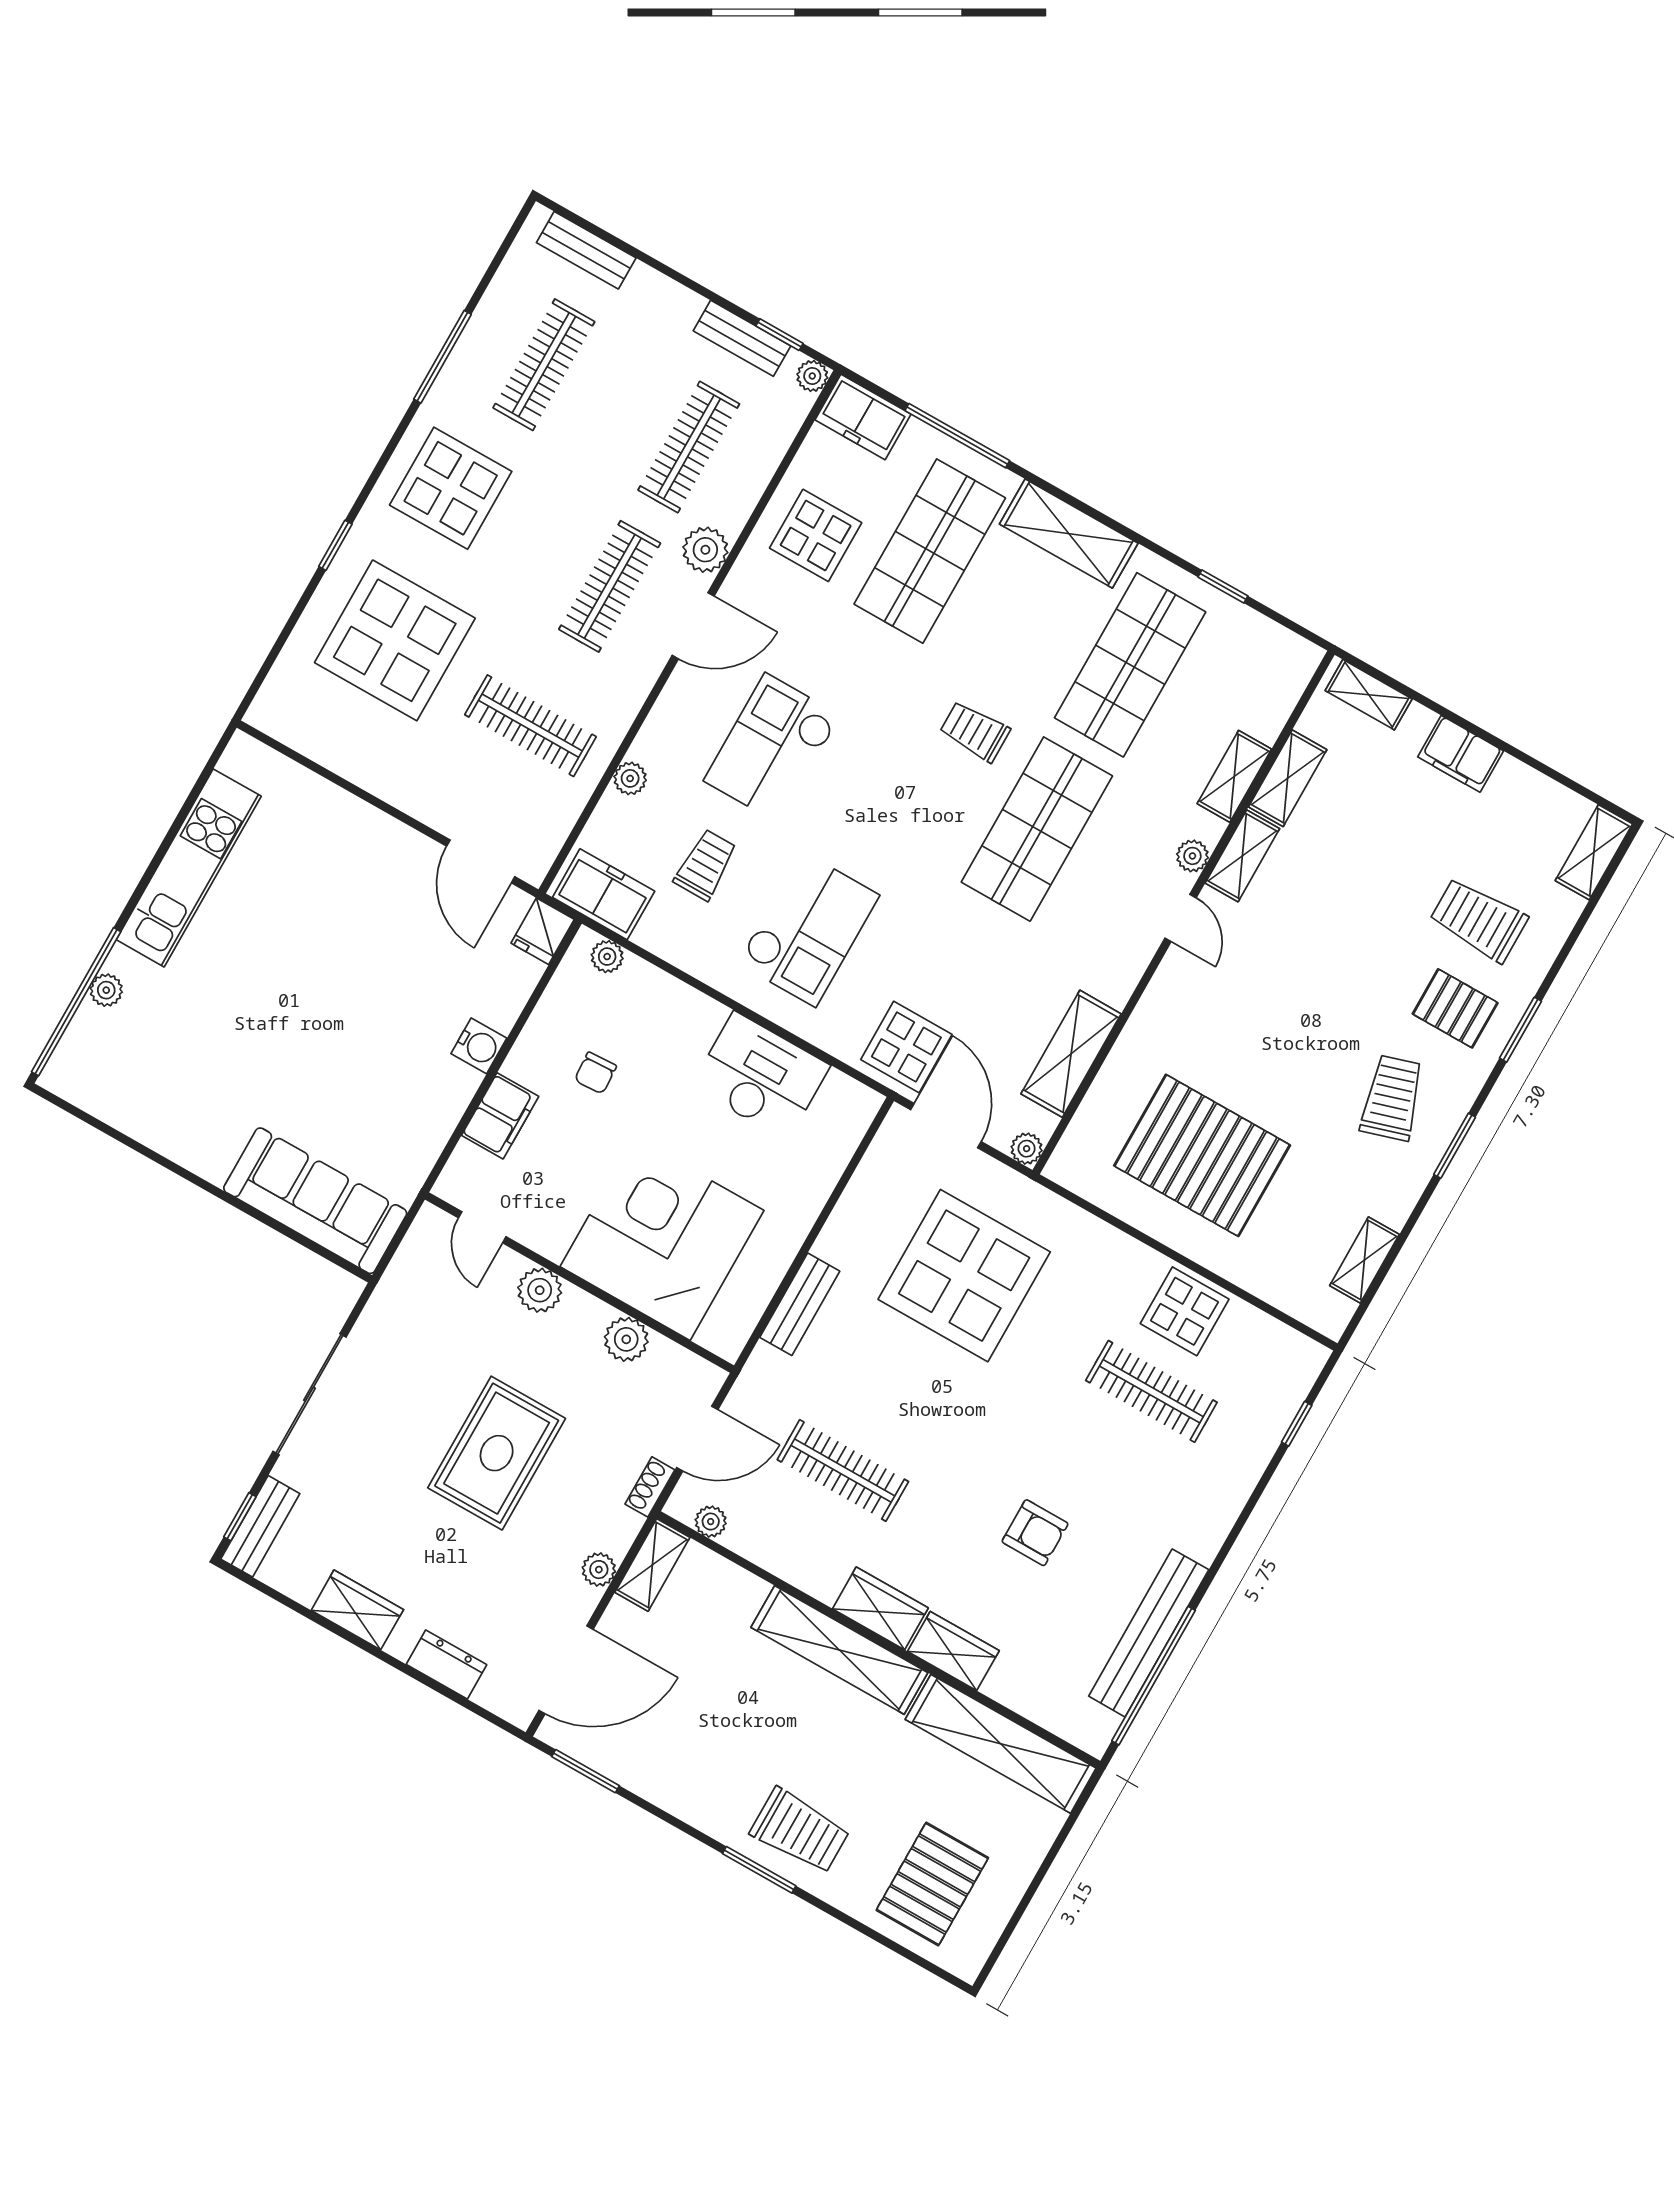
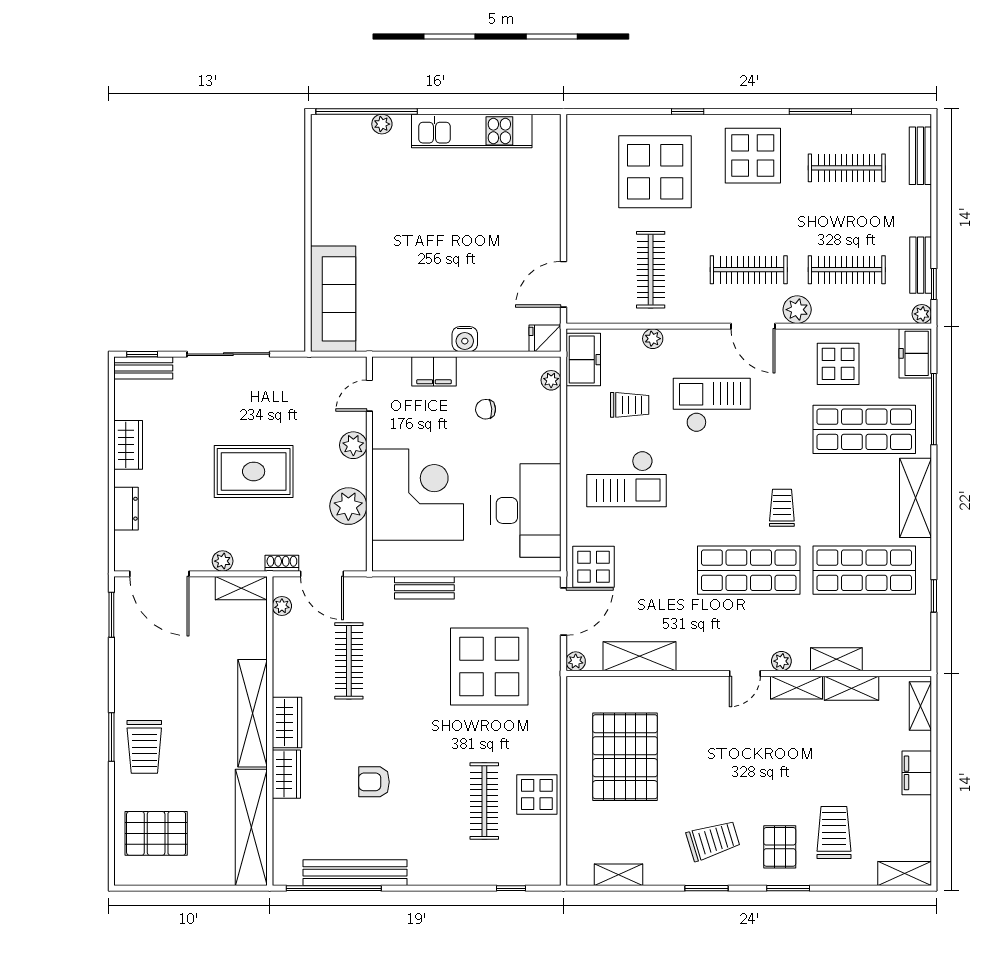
desk: (761, 1076) -> (526, 510), width x1.36, depth x1.30
plant: (626, 1339) -> (348, 506), width x1.36, depth x1.36
armchair: (1035, 1533) -> (374, 782), turned 90

